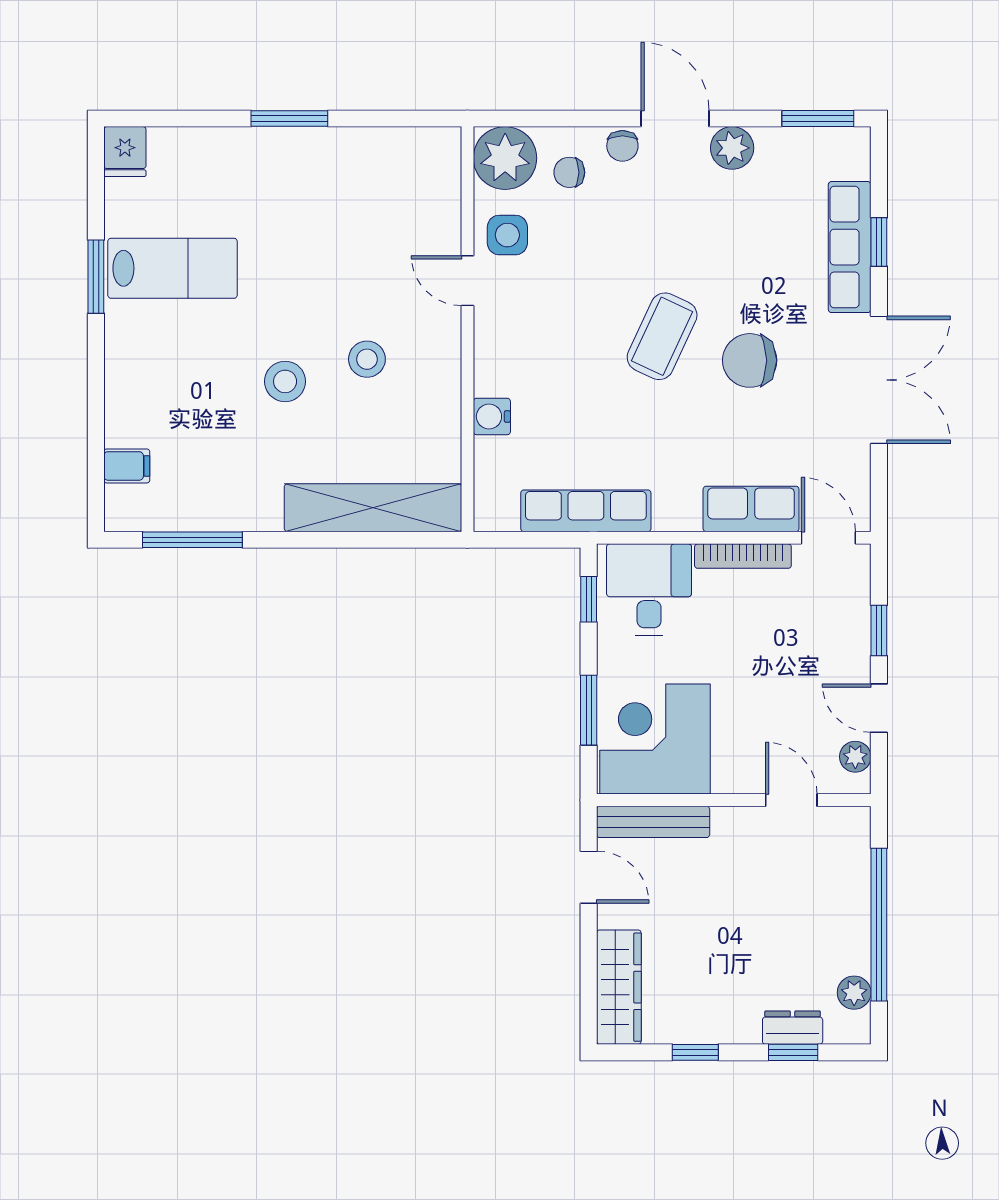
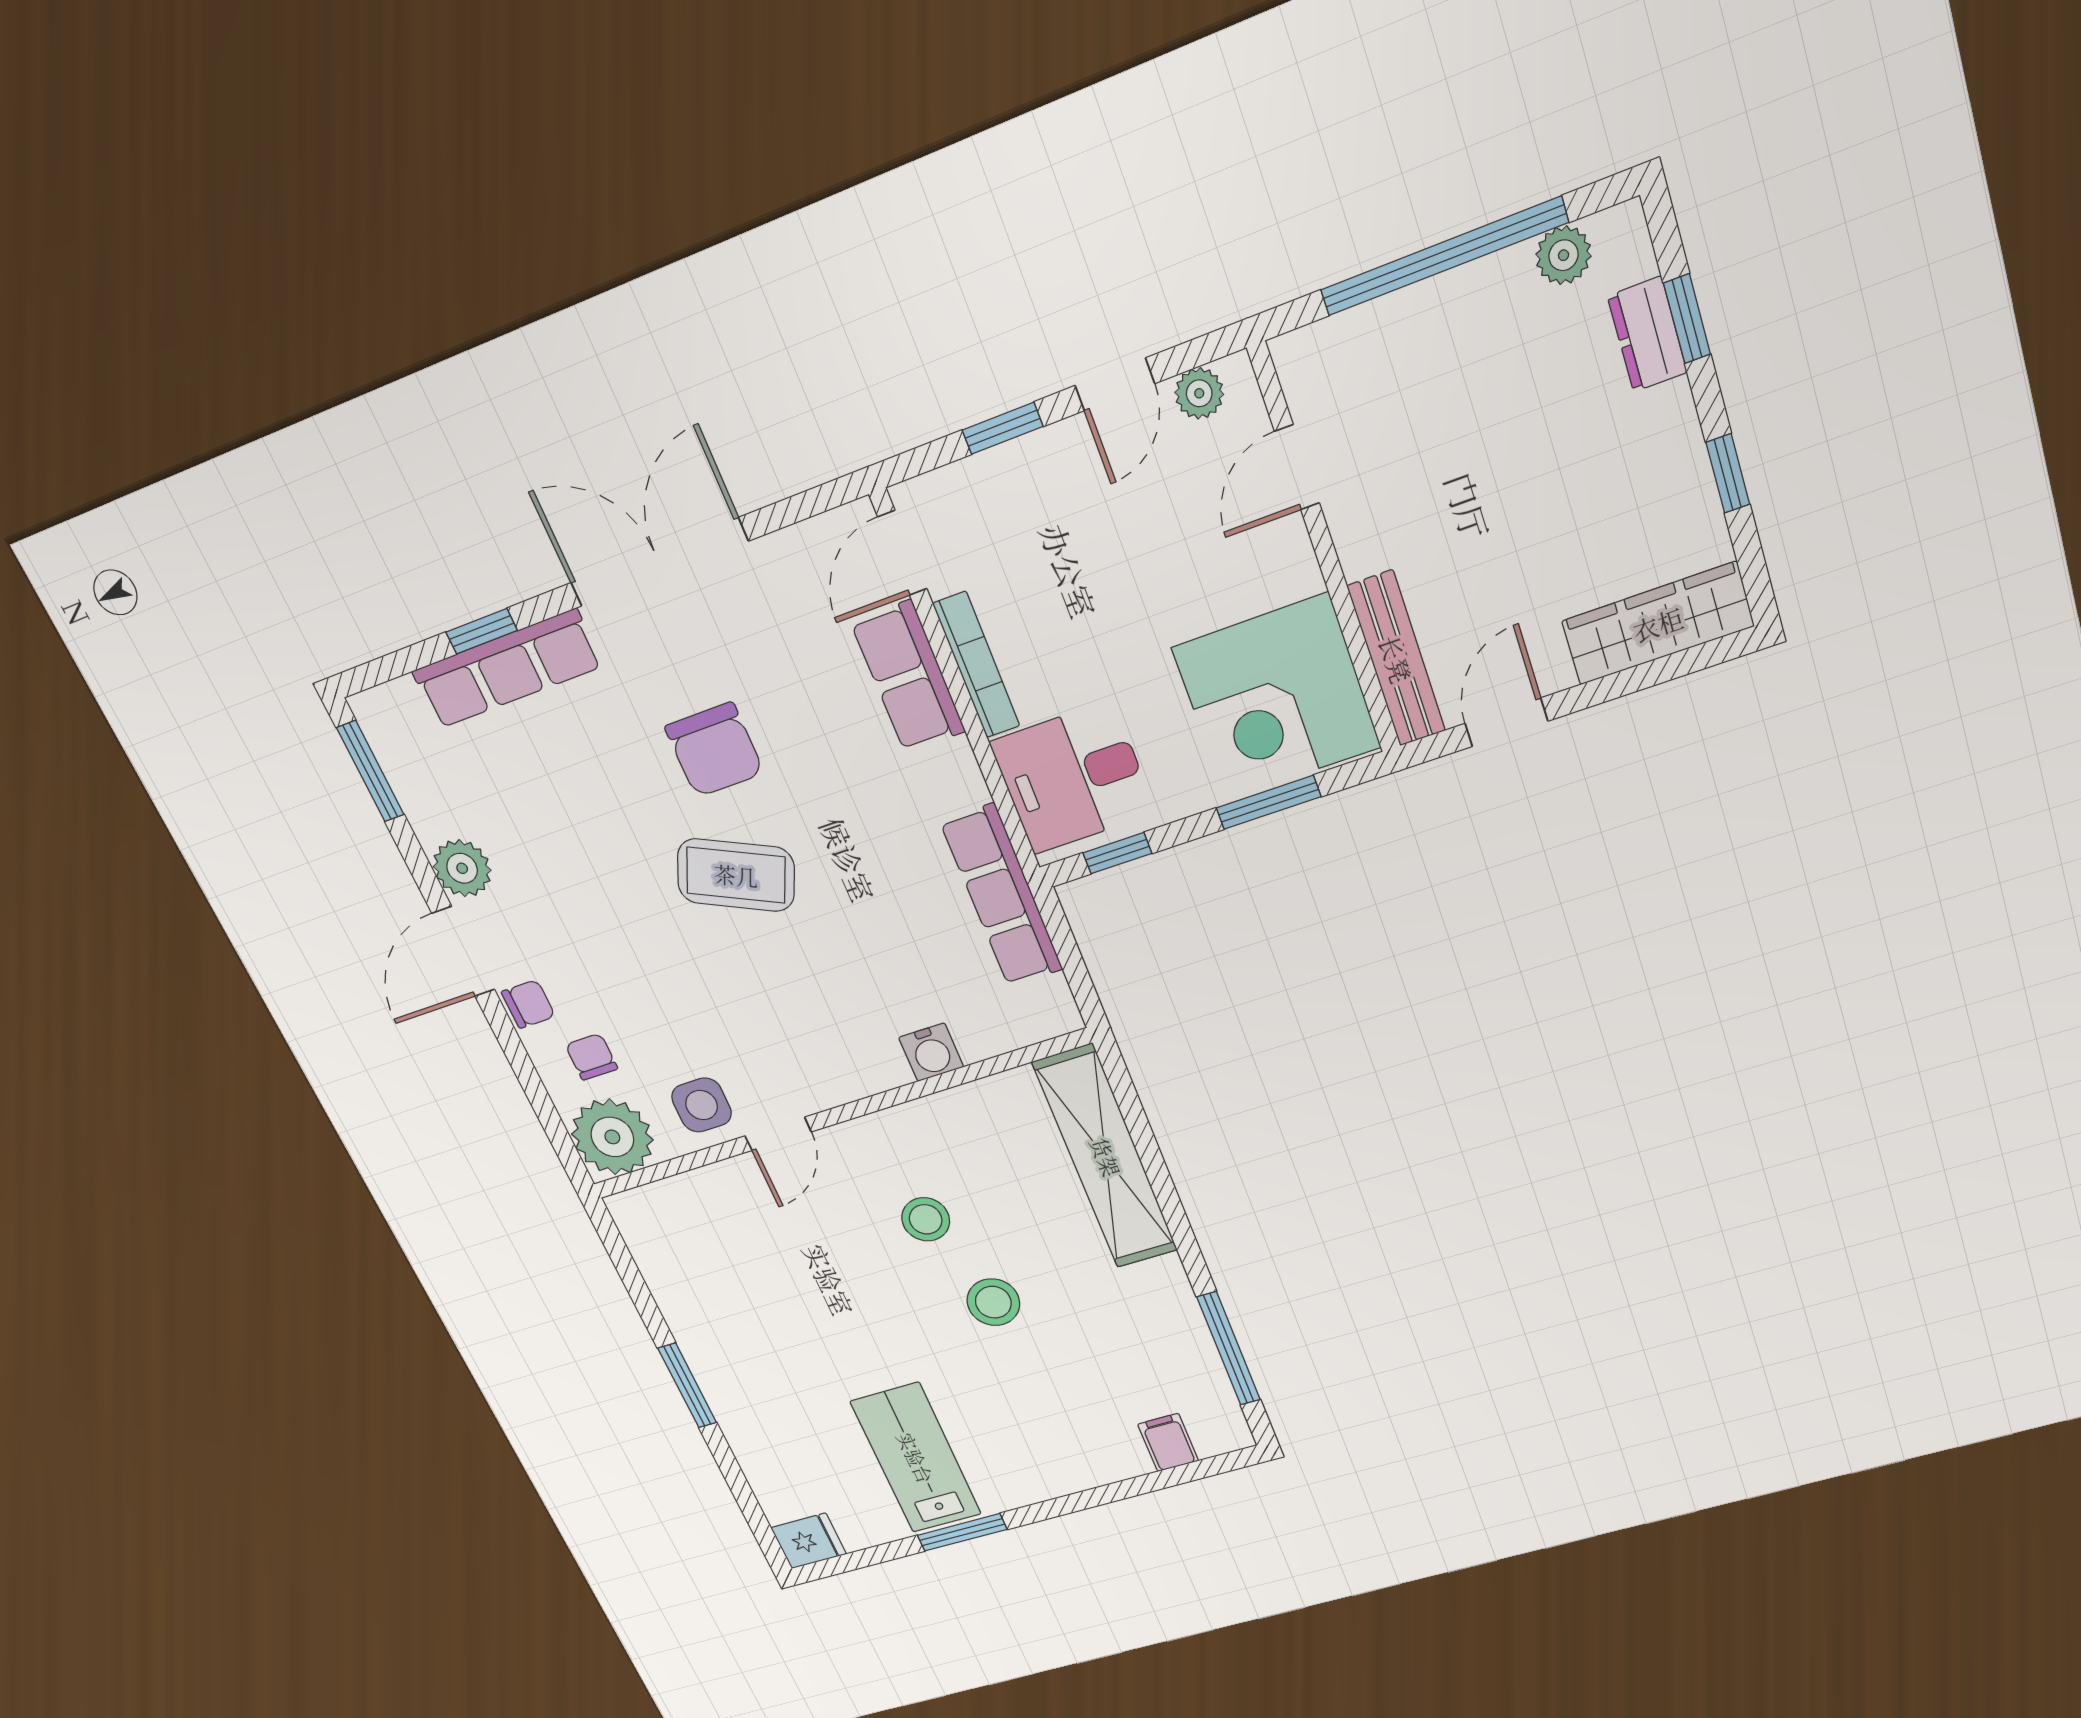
chair: (569, 172) -> (591, 1057), turned 180

